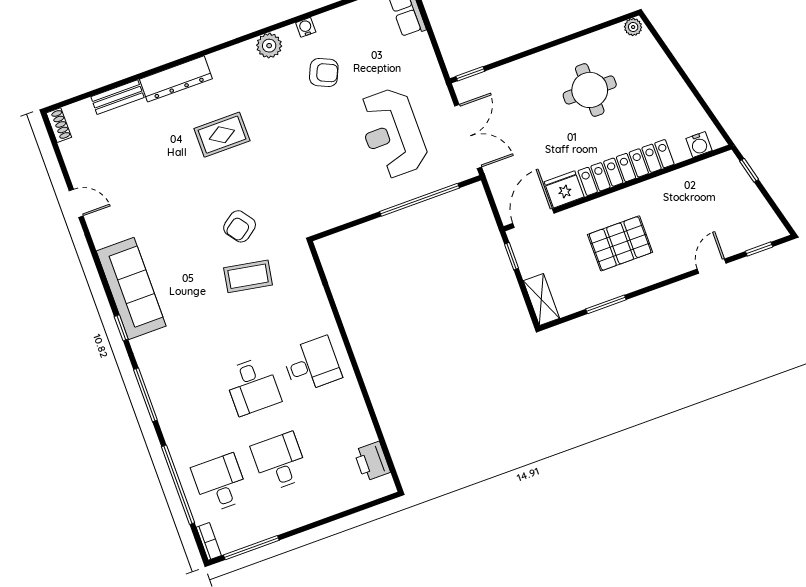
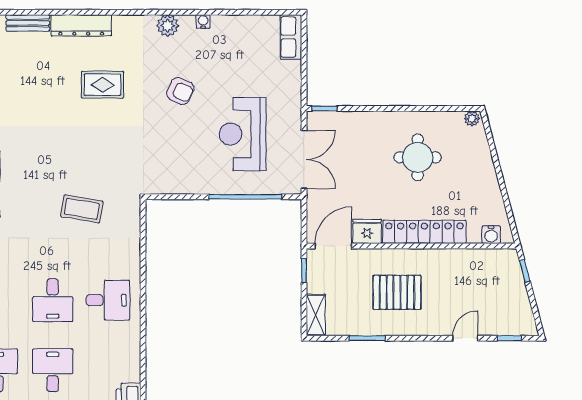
armchair: (324, 72) -> (180, 91), moved
armchair: (240, 226) -> (90, 165), removed

